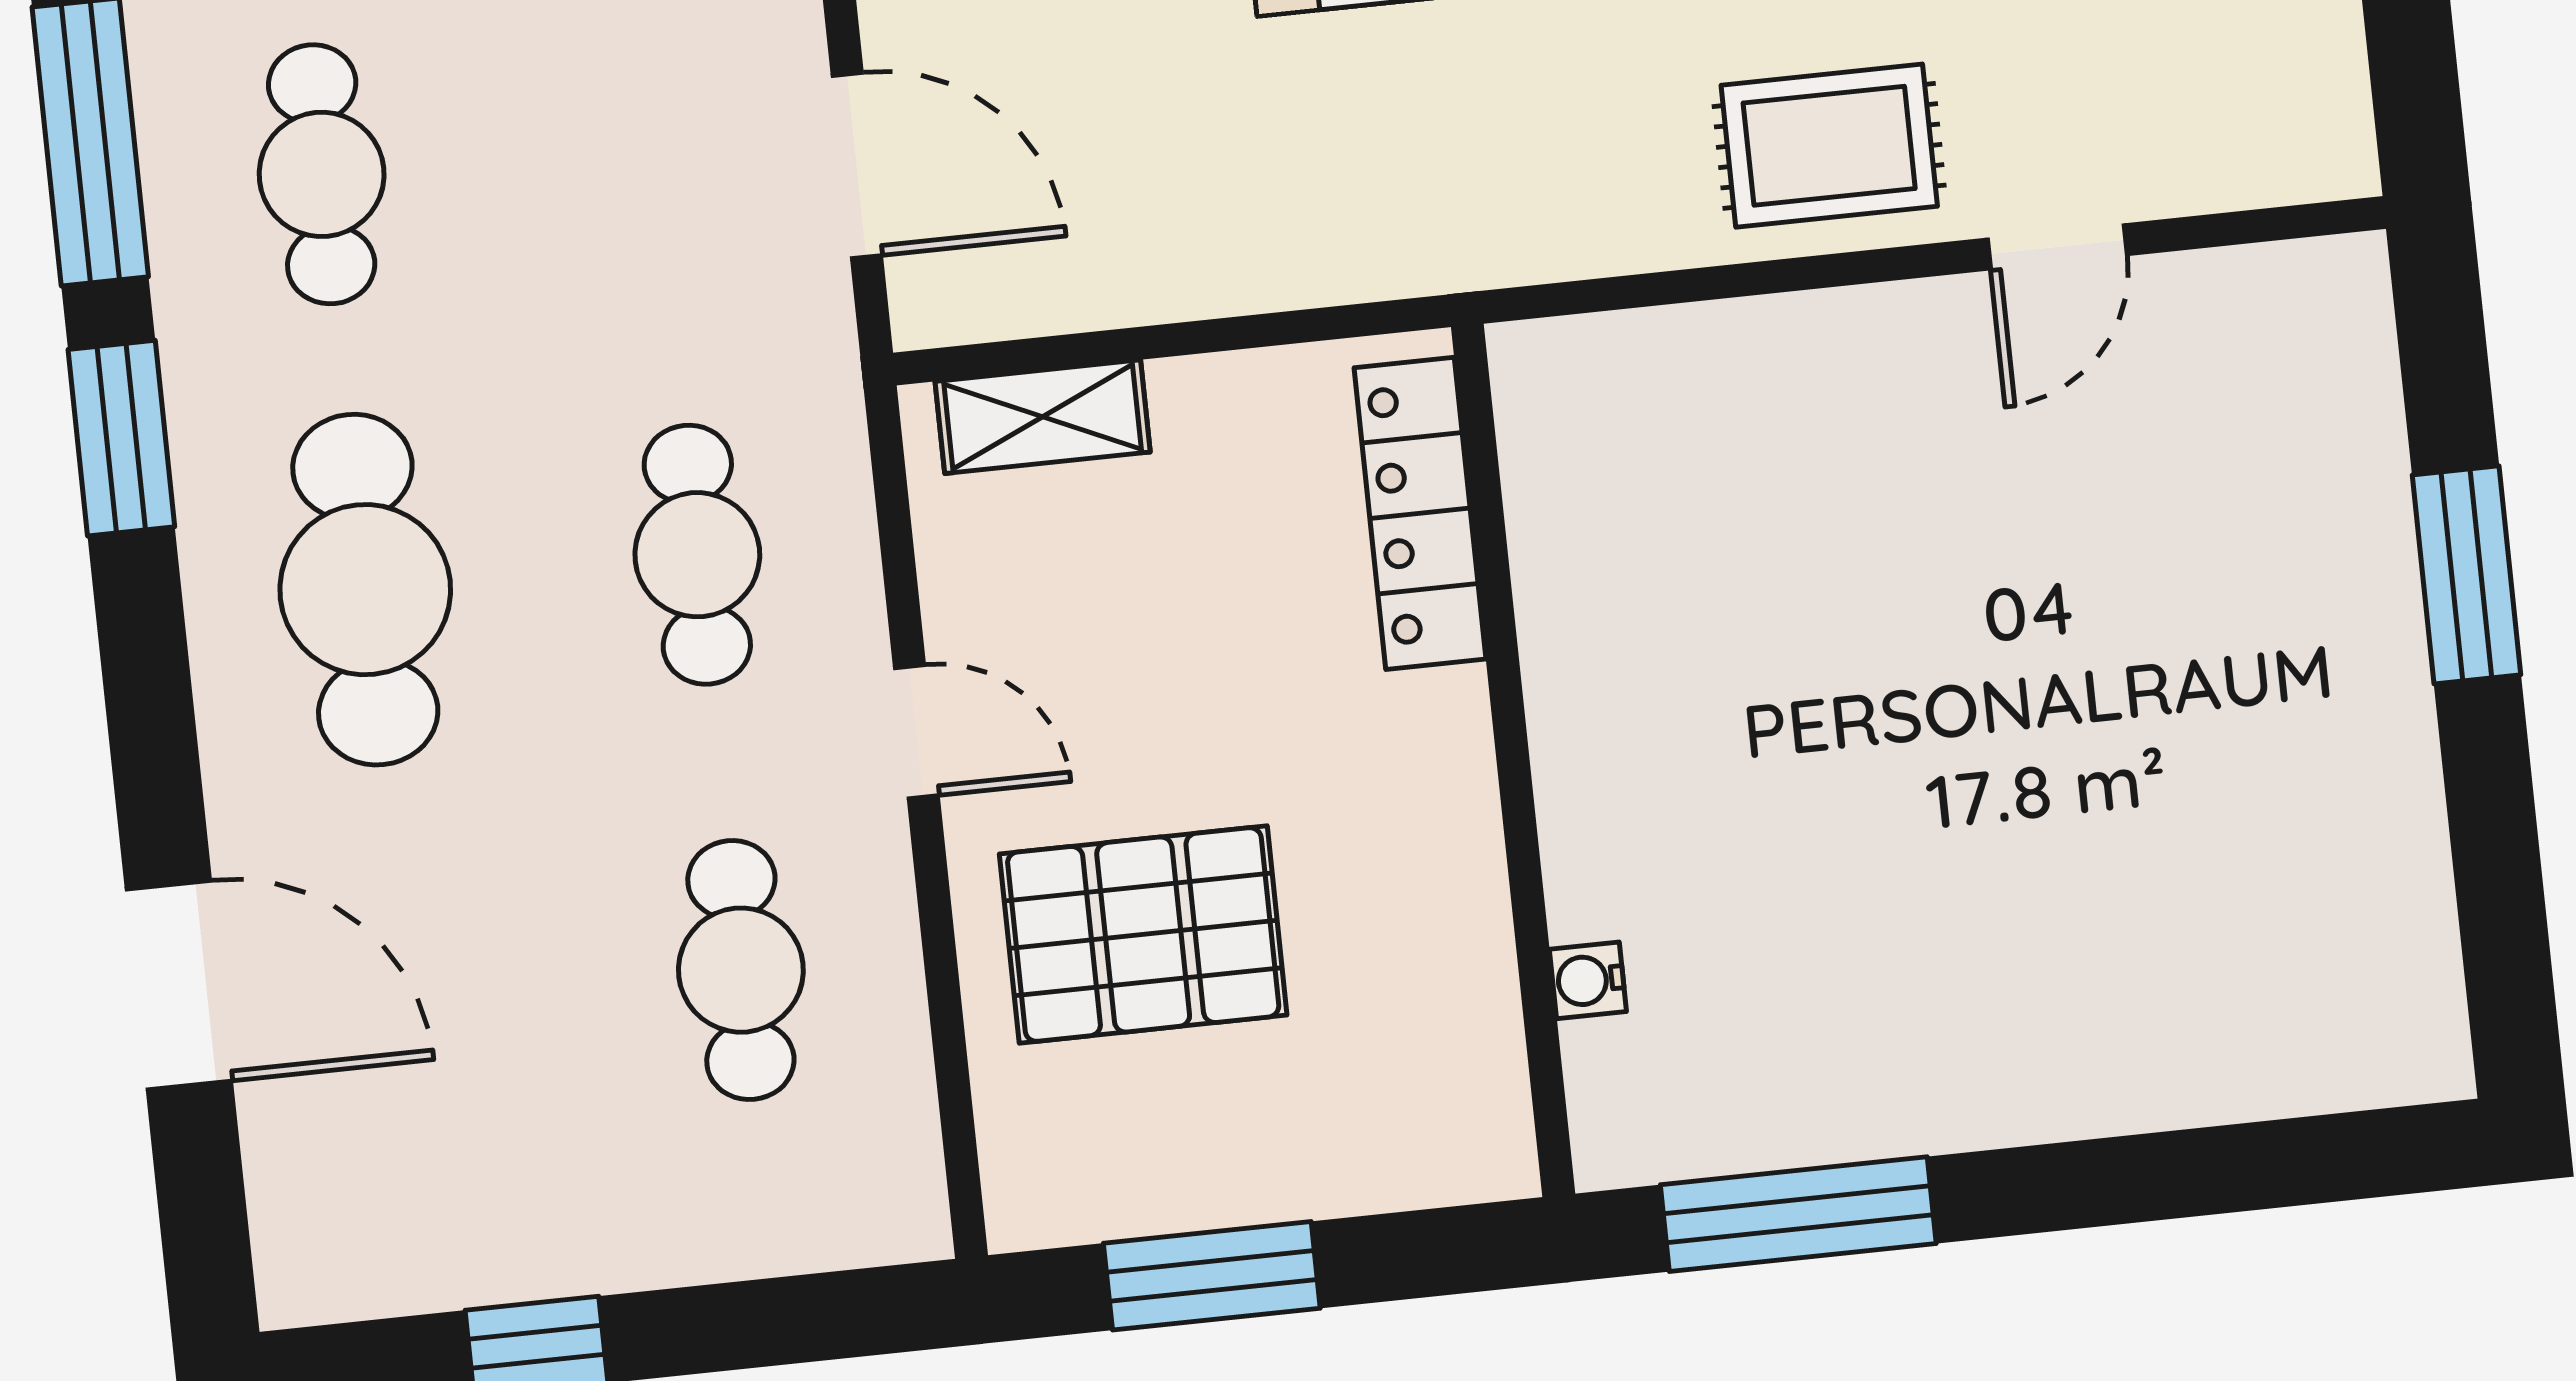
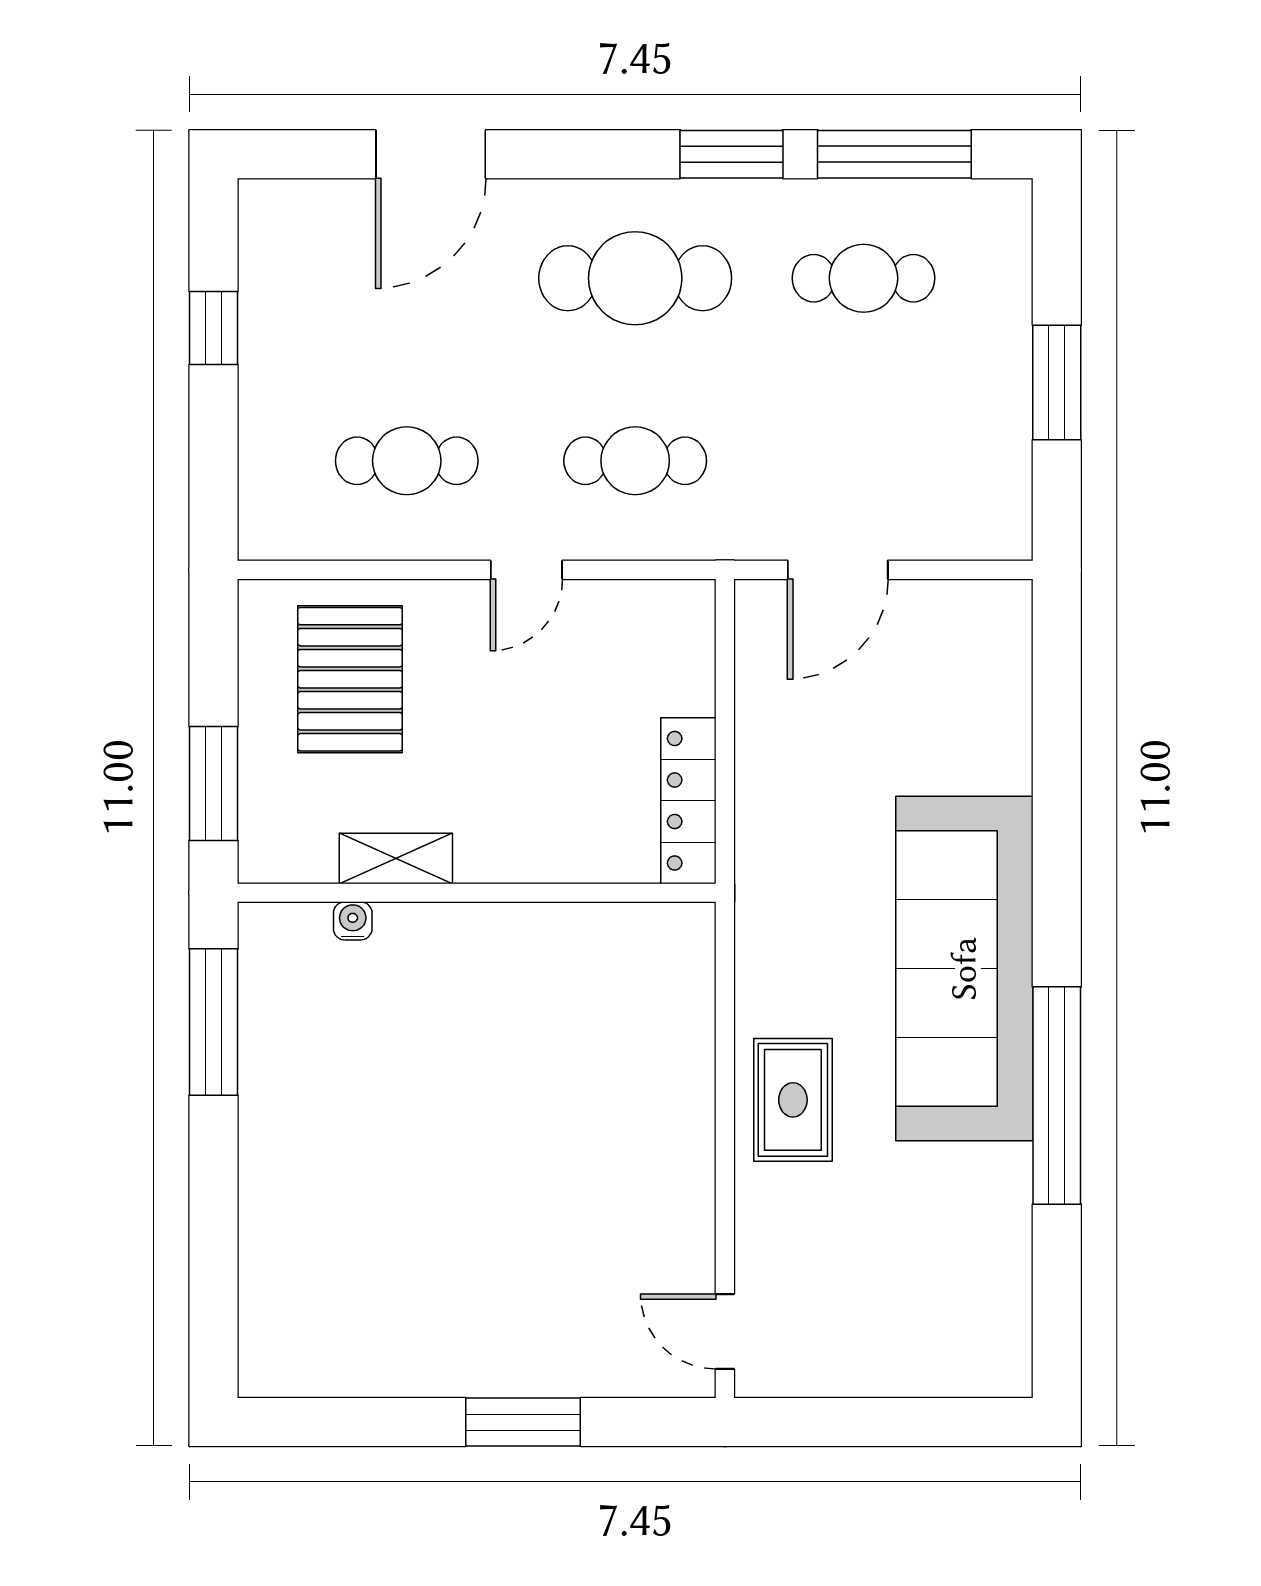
door: (2057, 247) -> (725, 1332), moved
shelving: (1043, 417) -> (396, 858), moved, turned 90
locker: (1420, 513) -> (688, 801), moved, turned -90
pallet: (1143, 934) -> (350, 679), moved
window: (1212, 1276) -> (214, 783), moved

